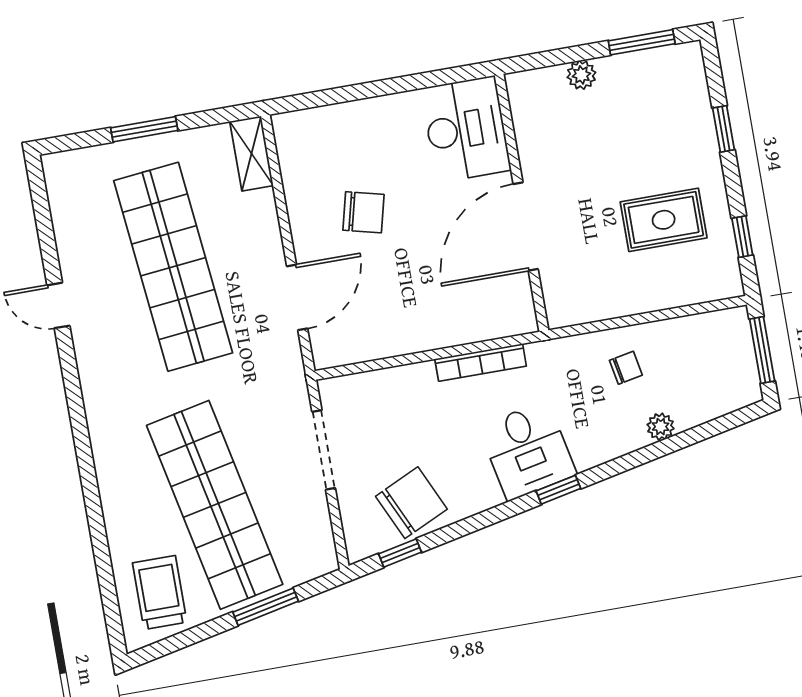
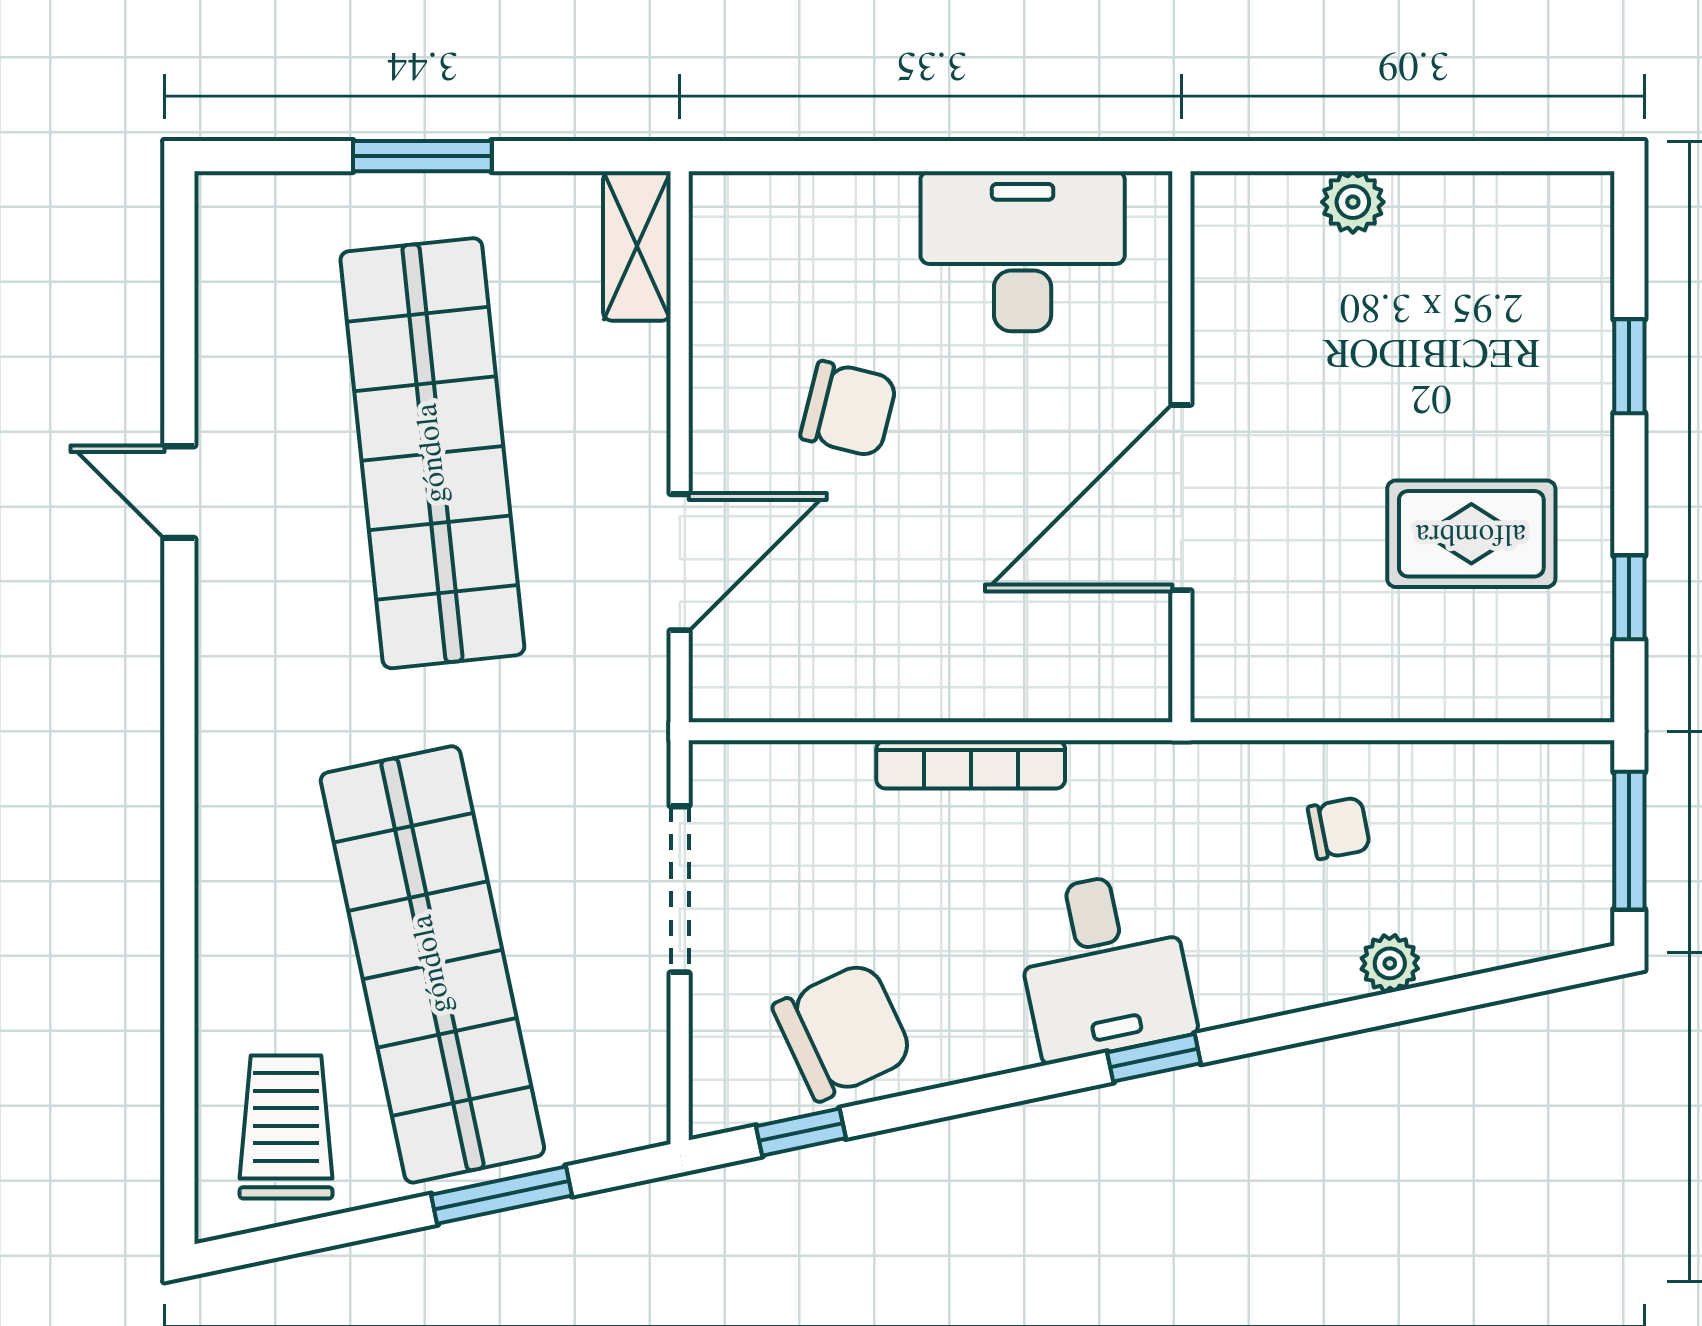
window: (642, 42) -> (1490, 156), removed
desk: (466, 129) -> (1023, 251), moved, turned -90
bookcase: (481, 362) -> (971, 764), moved

